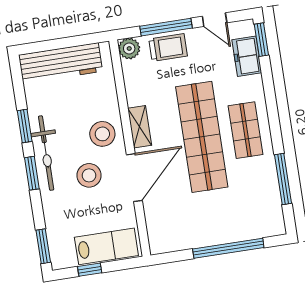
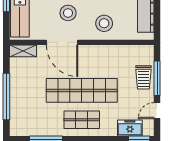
plant: (129, 49) -> (147, 52), removed
shelving: (140, 127) -> (23, 51), moved
stool: (102, 134) -> (104, 23), moved

